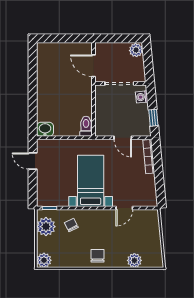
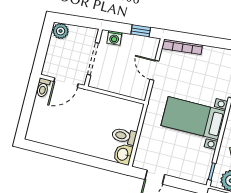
toilet: (84, 47) -> (43, 88), added
toilet: (86, 126) -> (124, 136), moved
door: (123, 138) -> (154, 70), swing flipped

